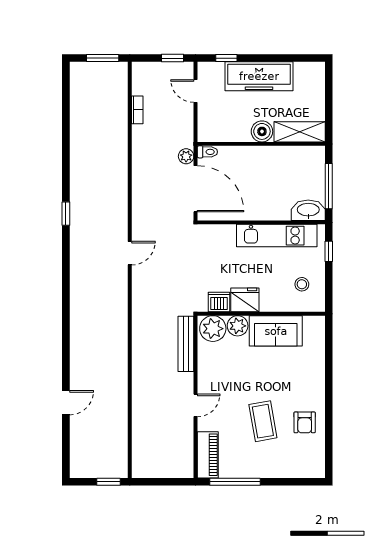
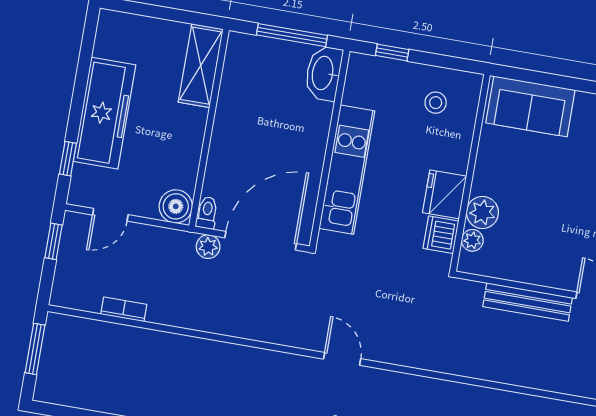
boiler: (262, 131) -> (176, 206), moved
kitchen unit: (277, 236) -> (347, 170), moved
plant: (213, 329) -> (472, 240), width x0.53, depth x0.53
sofa: (276, 331) -> (530, 106), moved, turned 90
bench: (186, 344) -> (528, 302), moved

